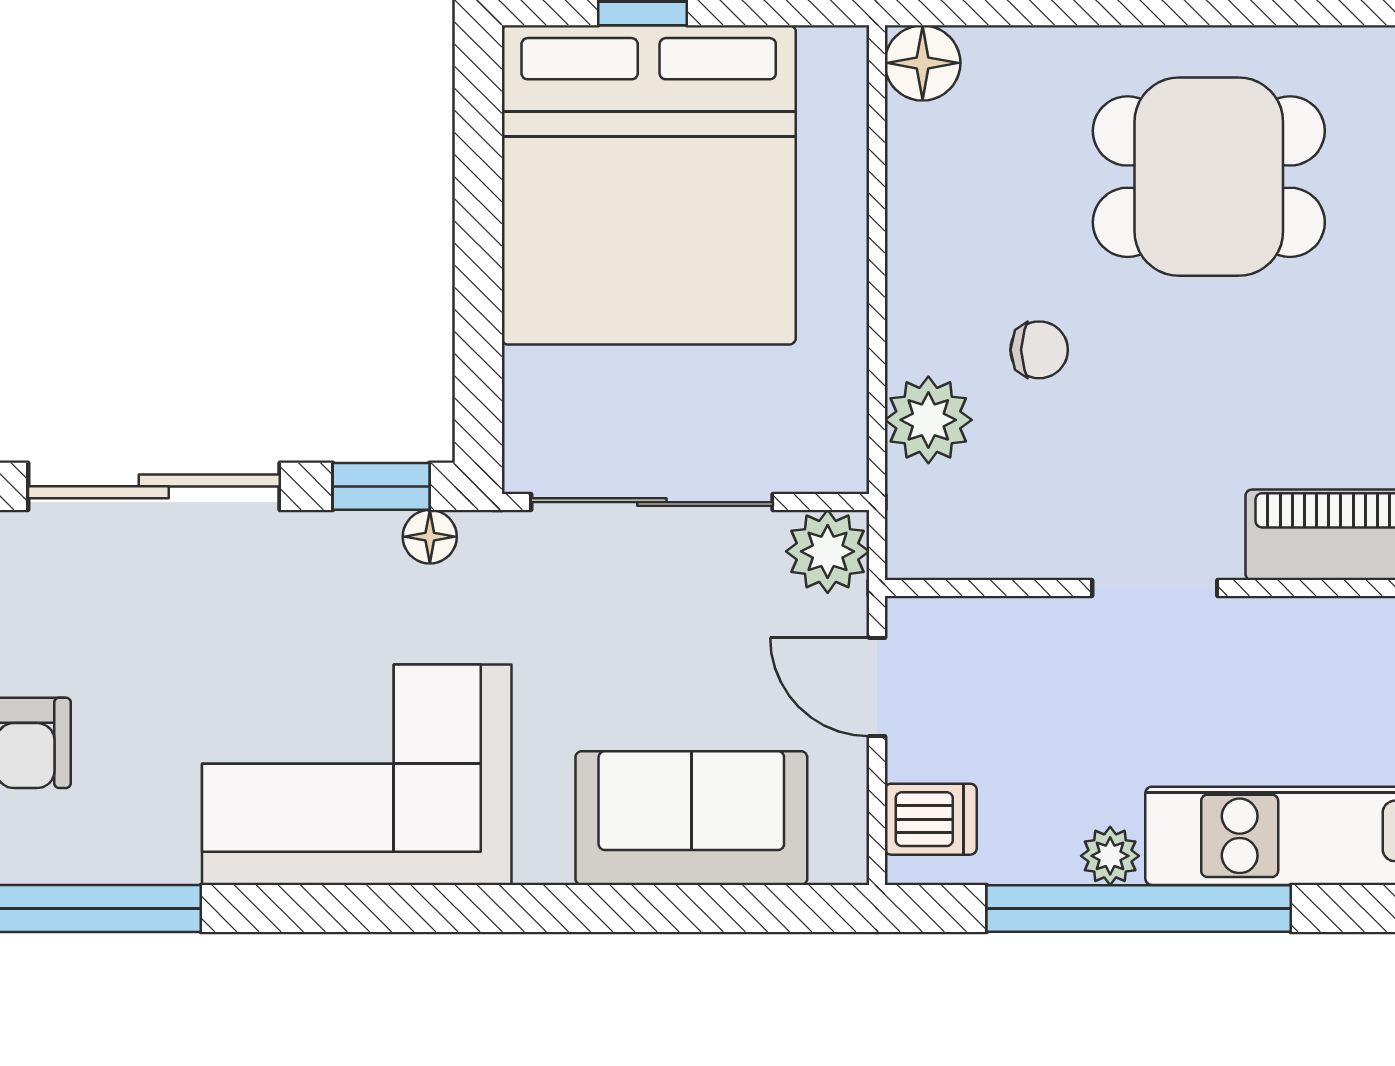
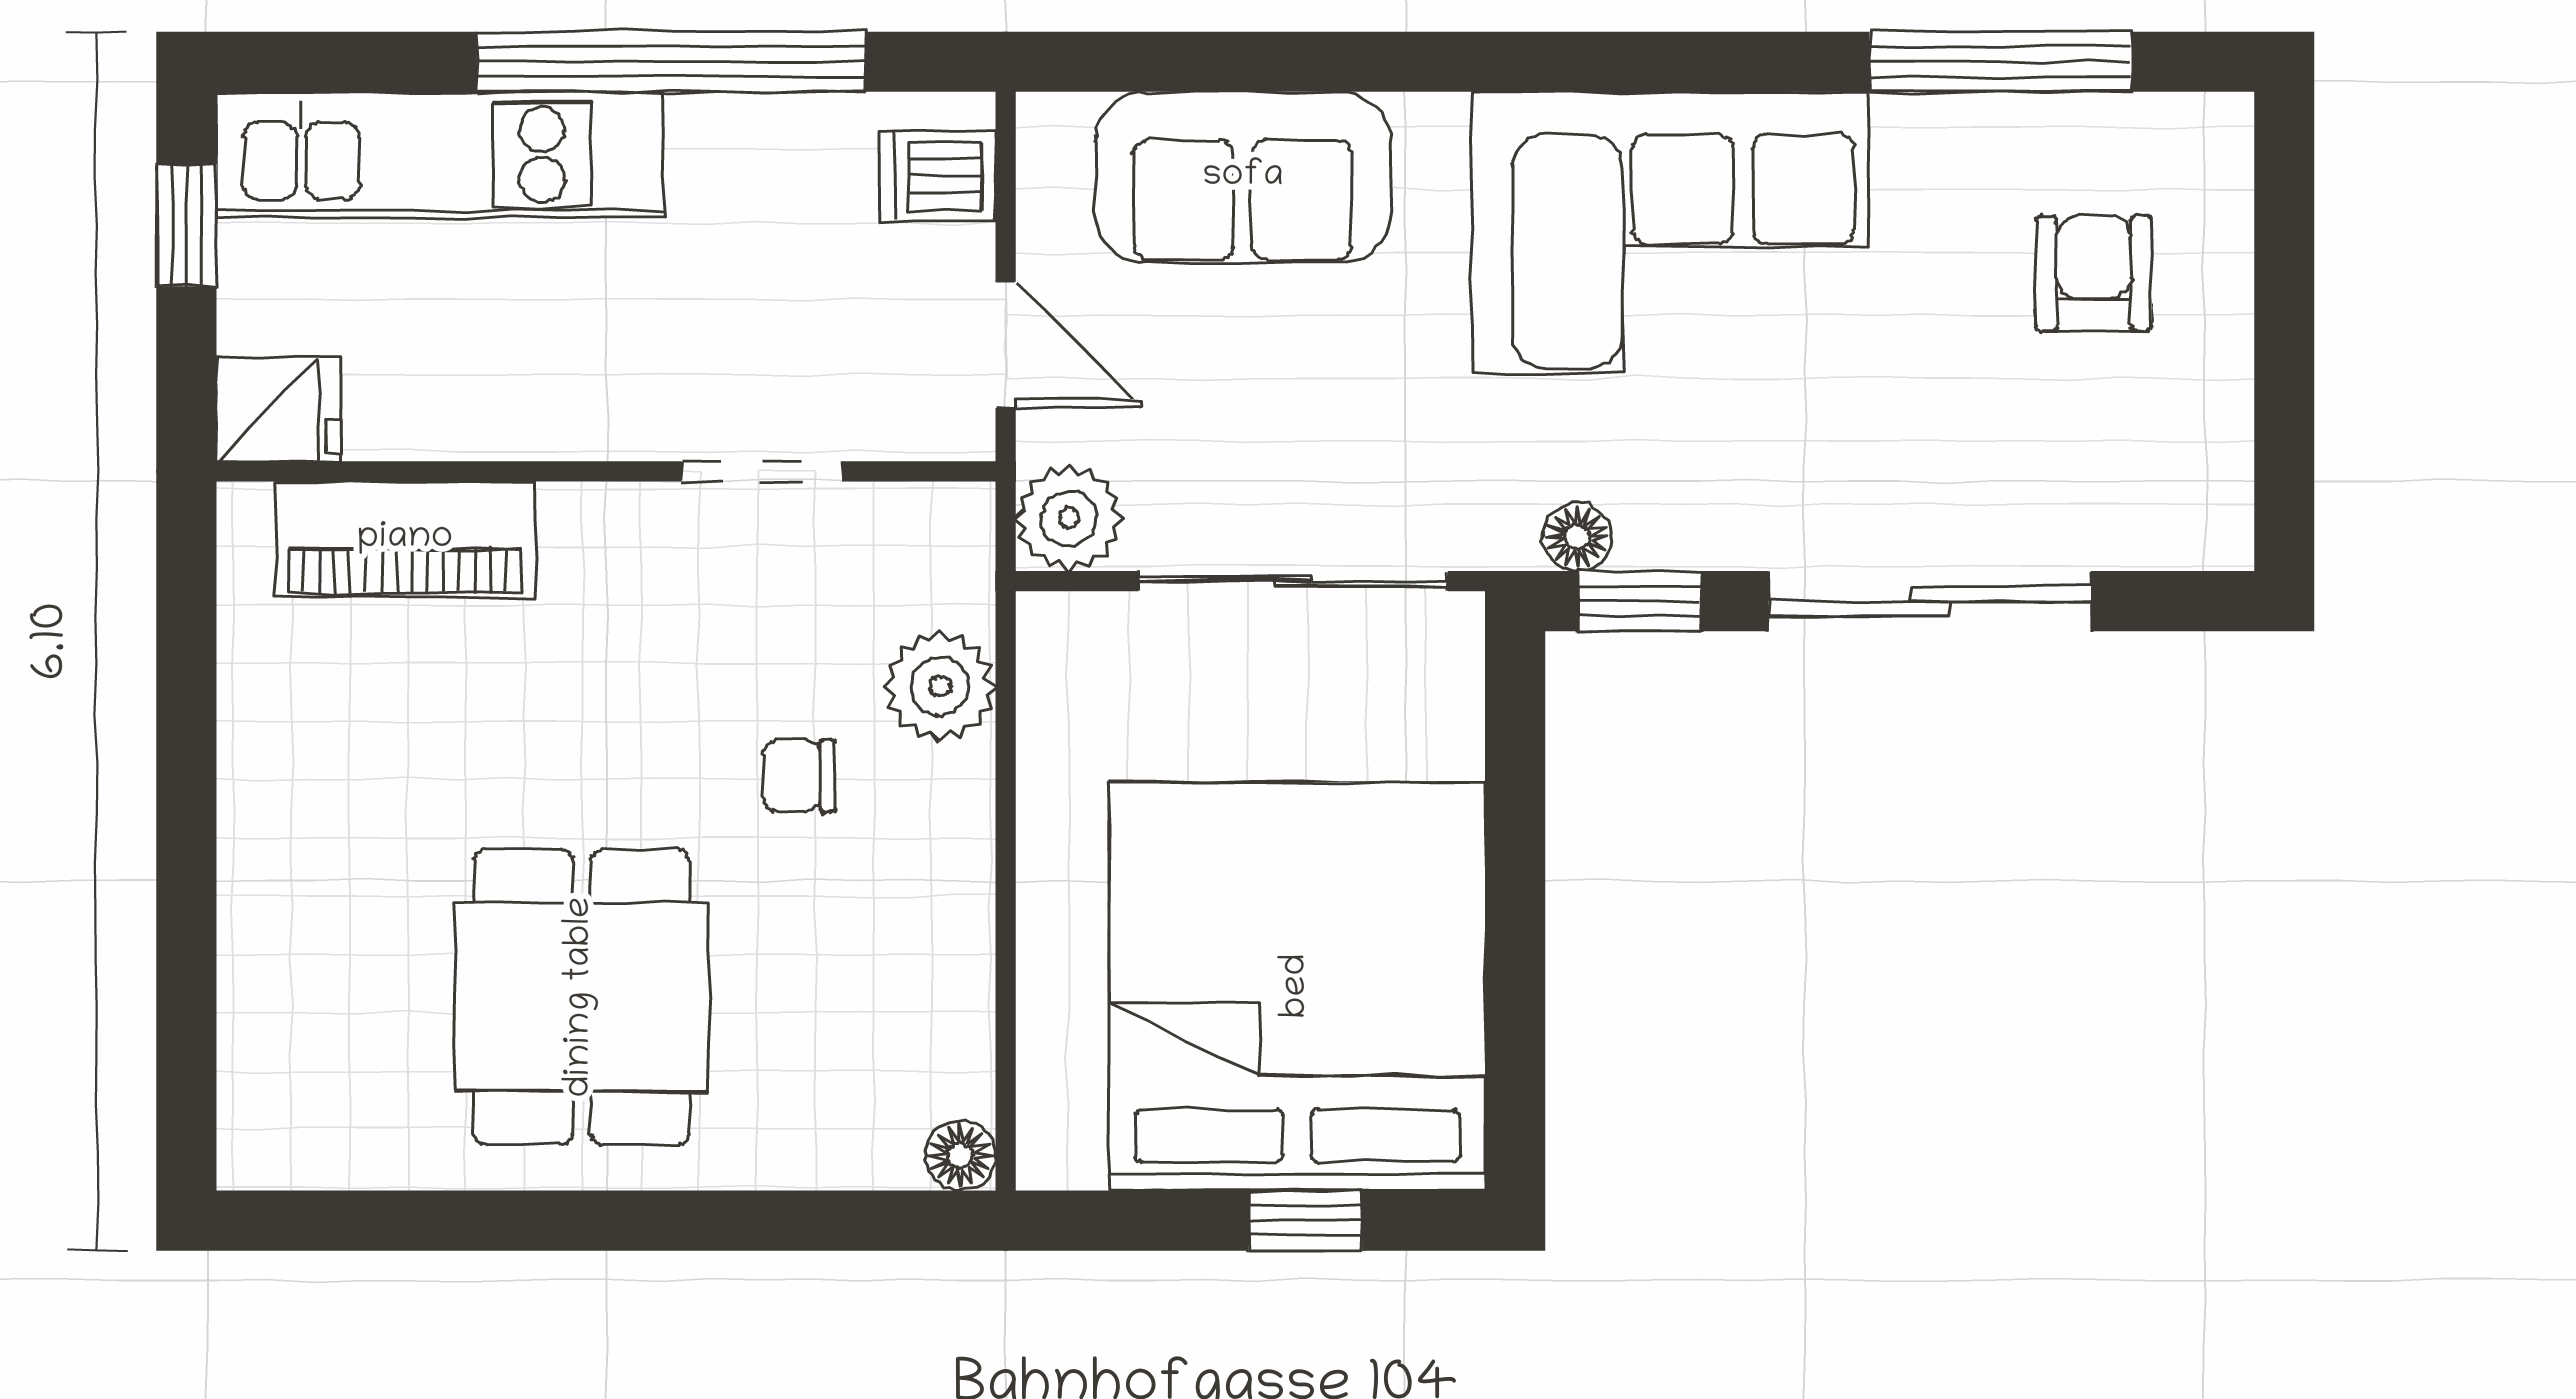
floor lamp: (923, 63) -> (960, 1155), width x0.73, depth x0.73
dining table: (1209, 177) -> (581, 997), turned 90
doorway: (1155, 588) -> (762, 471), moved
plant: (1110, 856) -> (708, 129), removed

